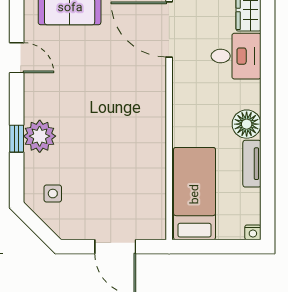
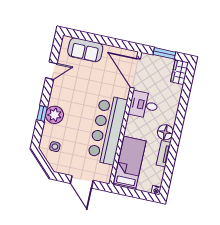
desk: (236, 56) -> (144, 105), moved, turned 180
door: (17, 58) -> (51, 71), hinge flipped
bar counter: (141, 142) -> (107, 130), added

